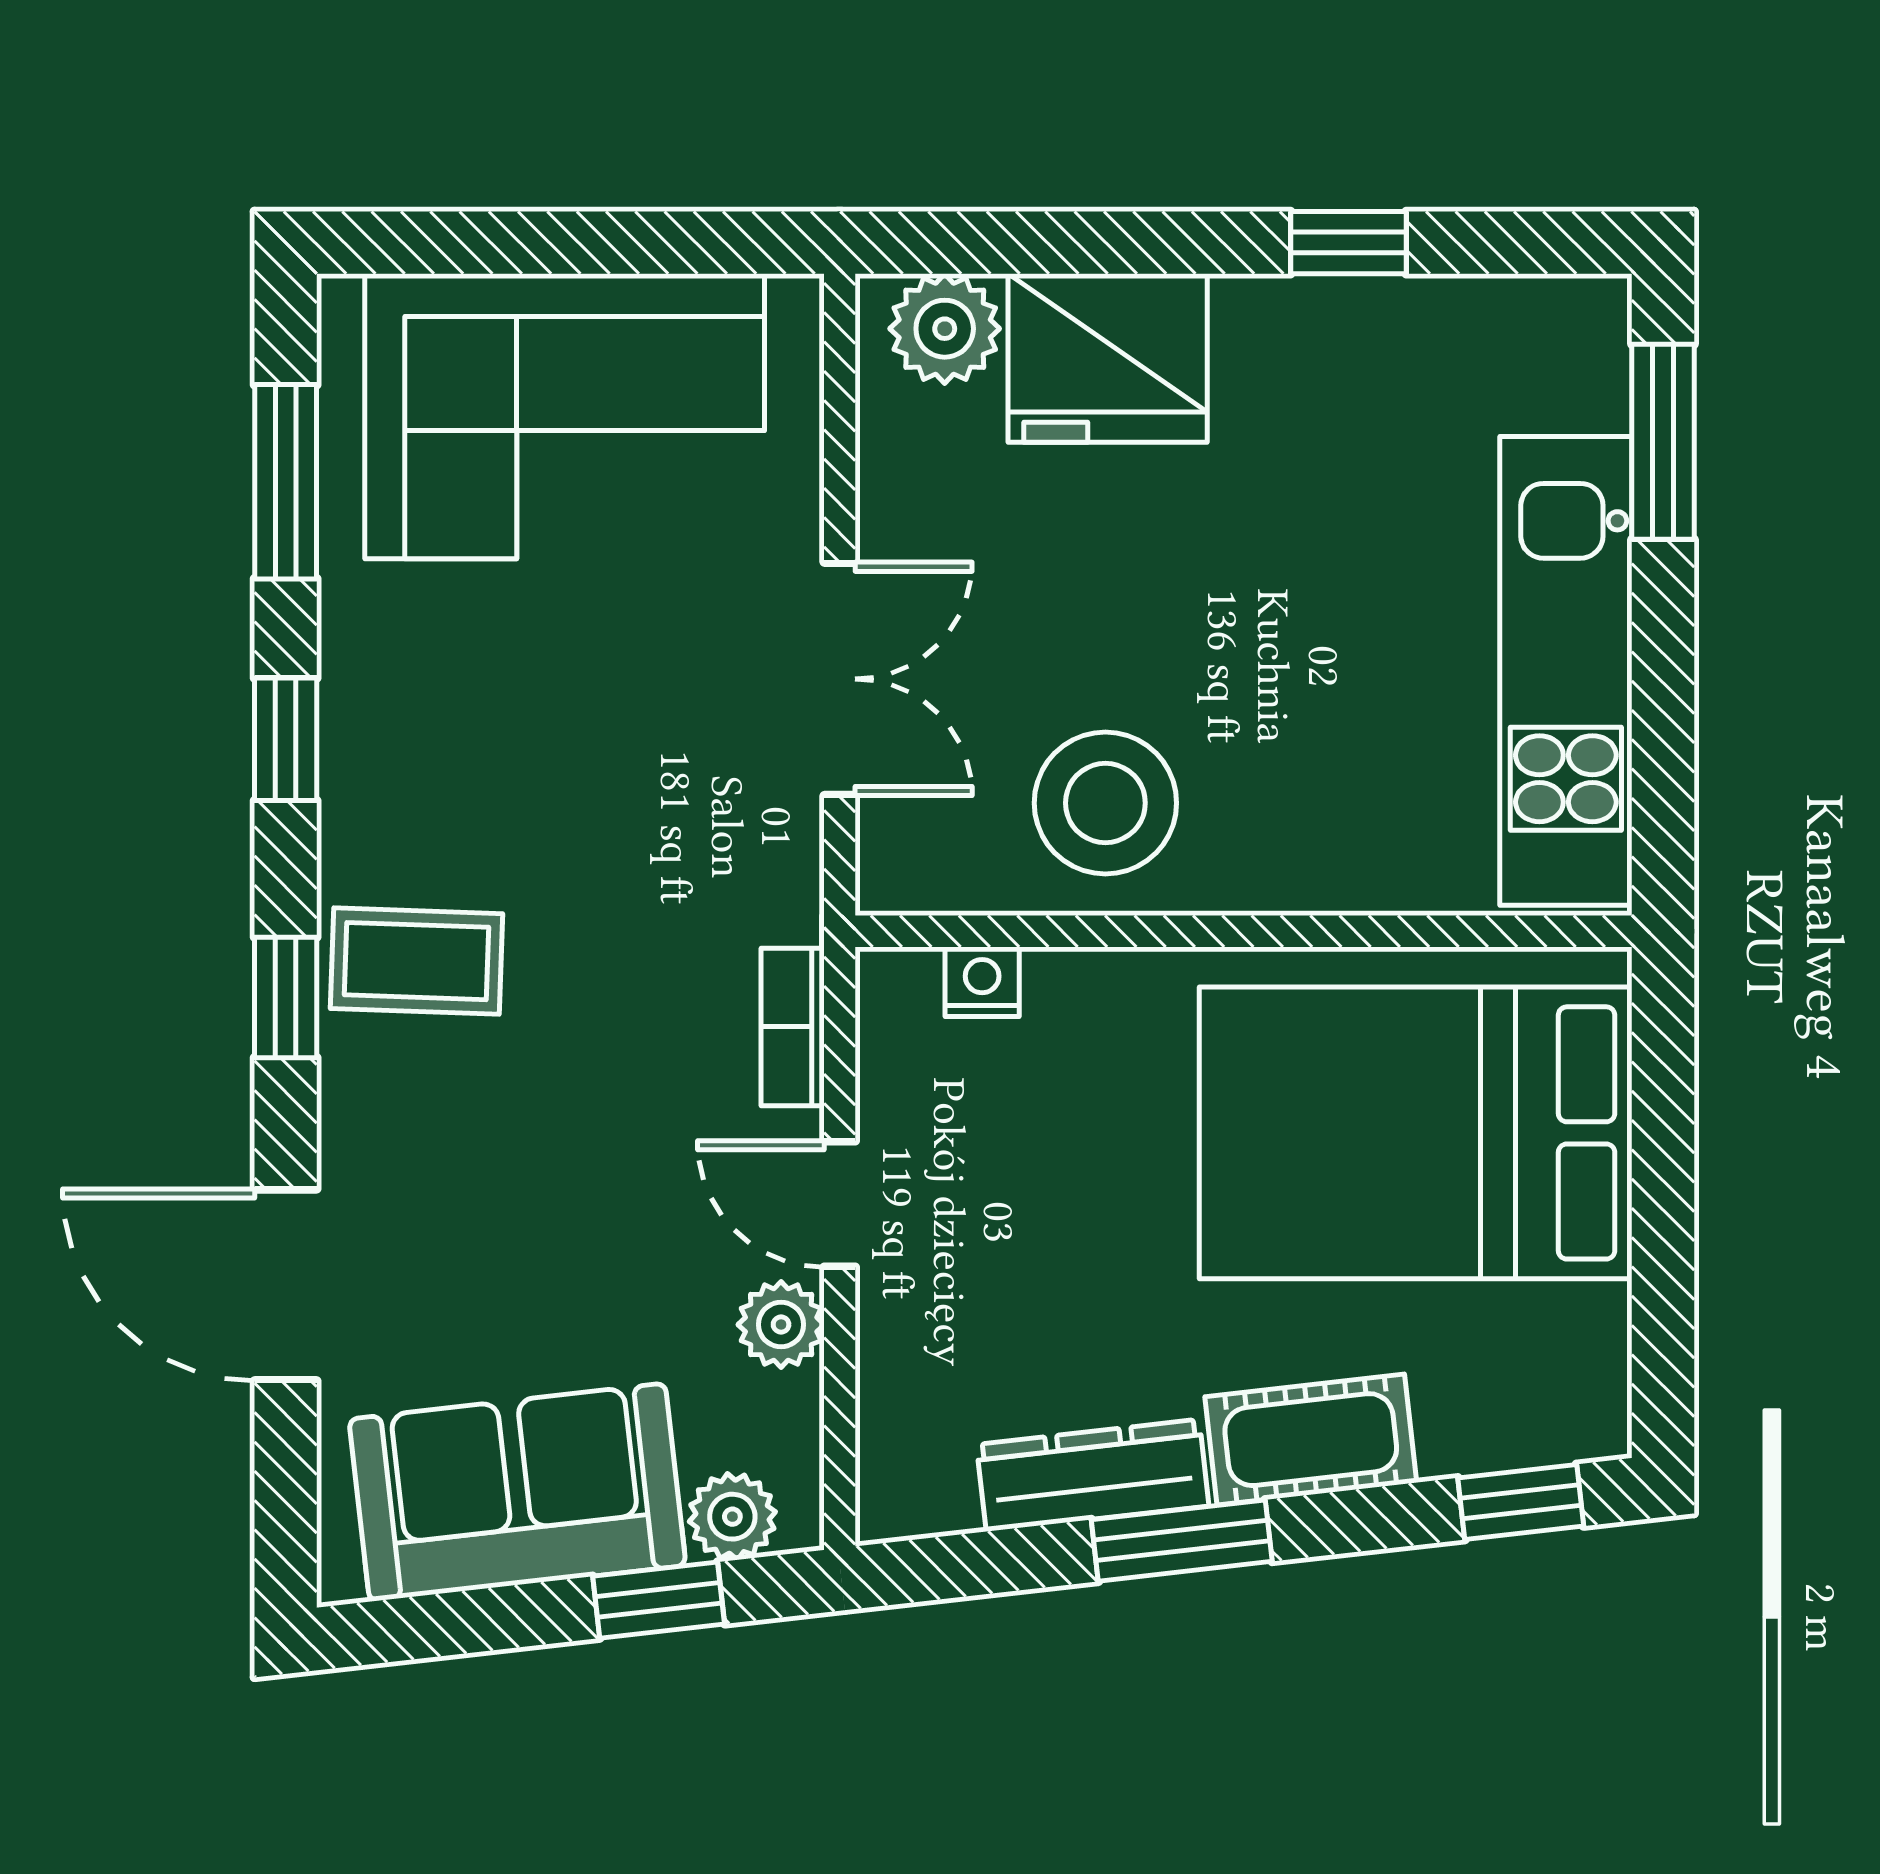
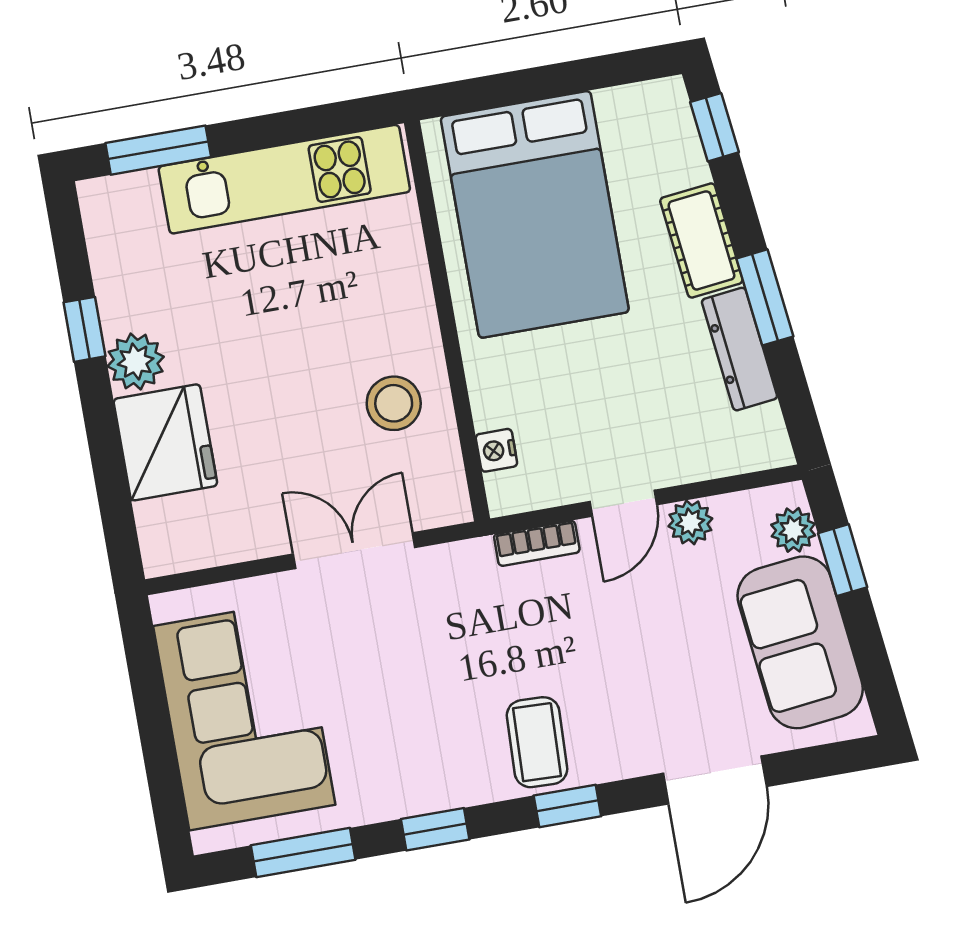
plant: (945, 329) -> (136, 362), moved
stool: (1105, 803) -> (394, 403), width x0.73, depth x0.73

